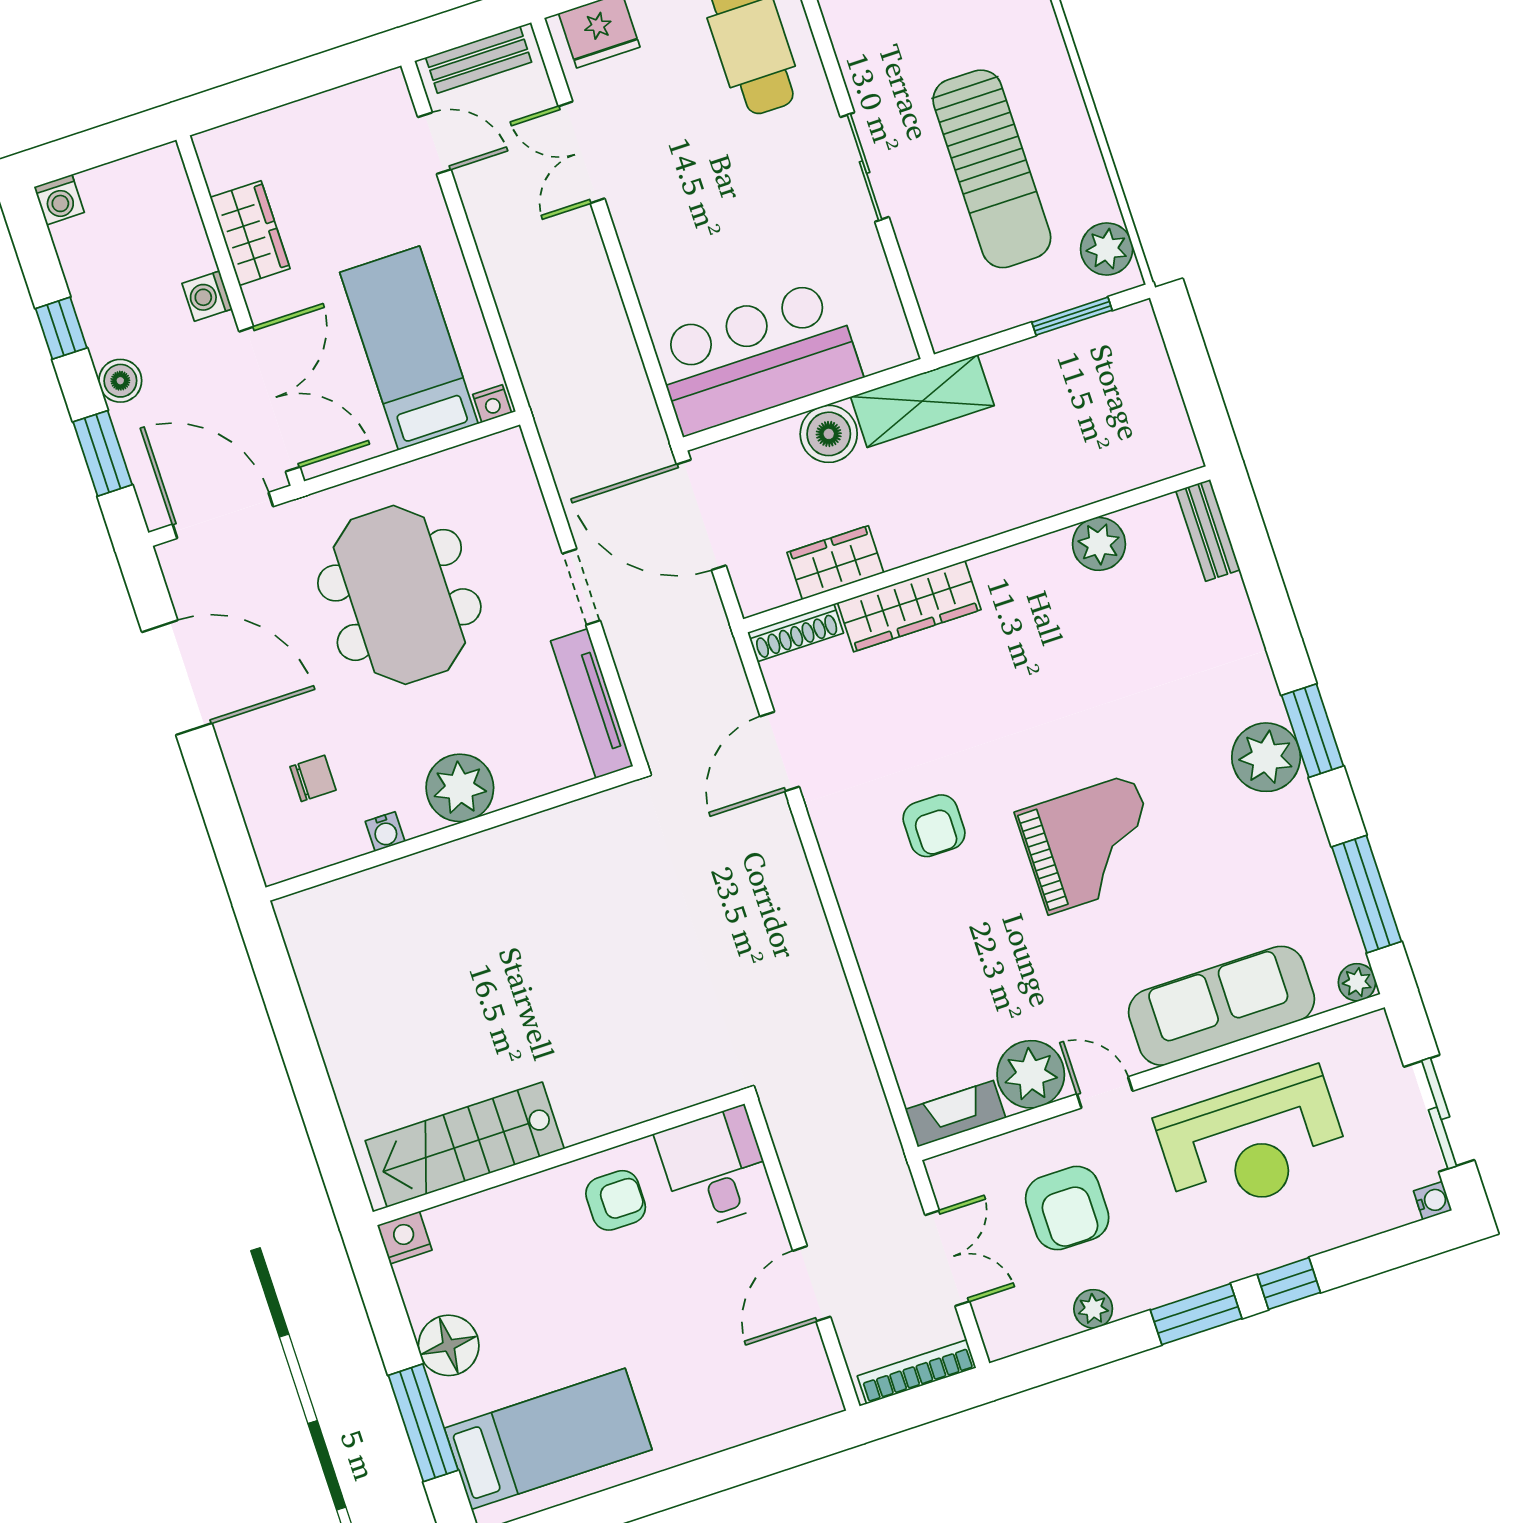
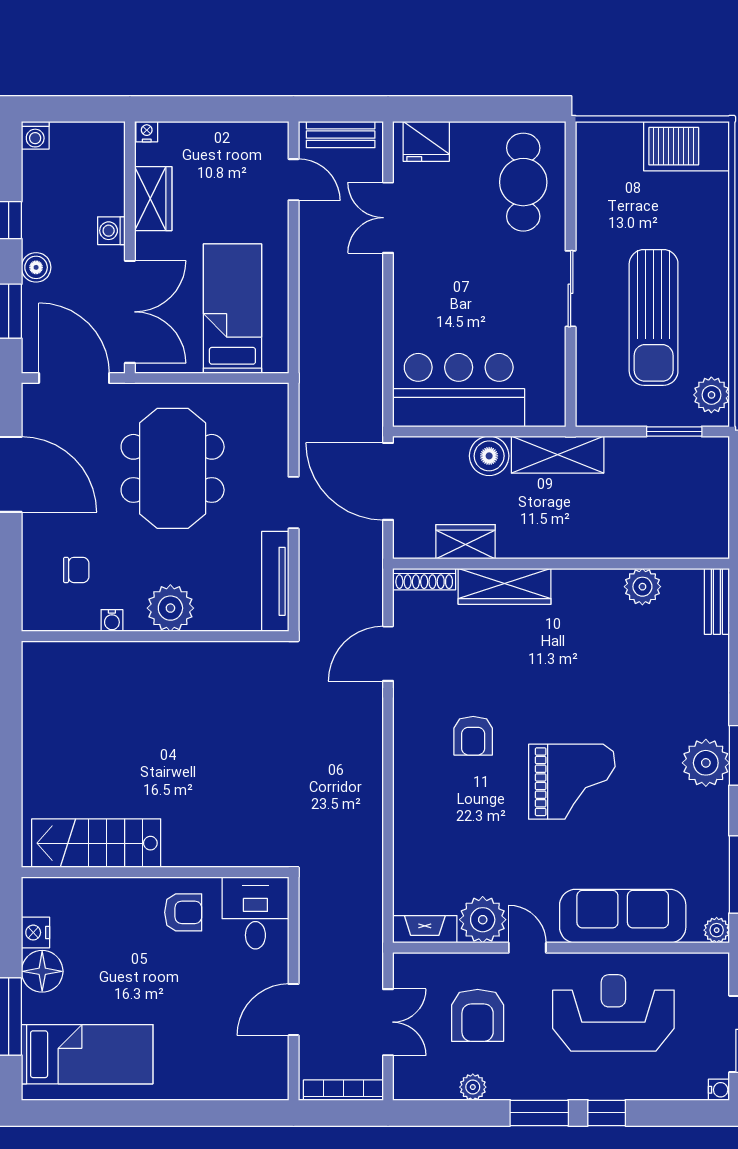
nightstand: (492, 404) -> (147, 132), moved, turned 180
reception desk: (1253, 1143) -> (613, 1013), turned 180
nightstand: (405, 1238) -> (35, 933), moved, turned -90

